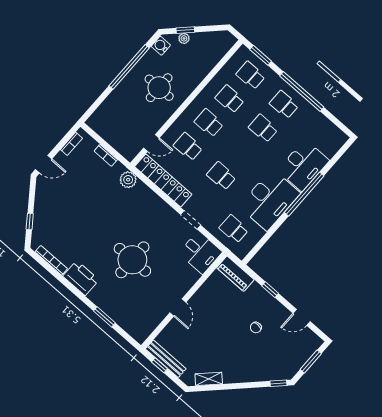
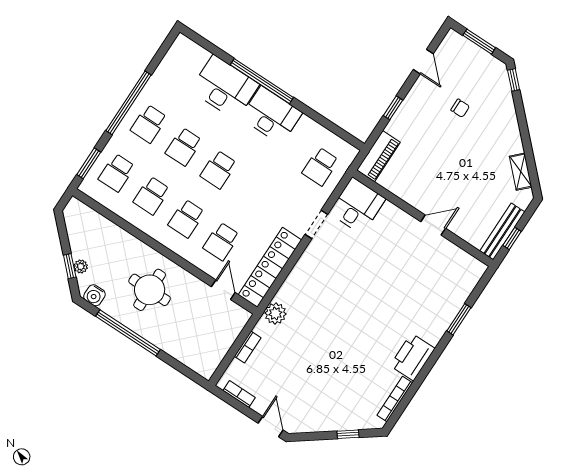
school desk: (221, 176) -> (219, 170), moved
desk: (270, 200) -> (271, 115), width x0.73, depth x0.77
round table: (132, 260) -> (379, 293), removed
chair: (256, 328) -> (460, 108), moved

